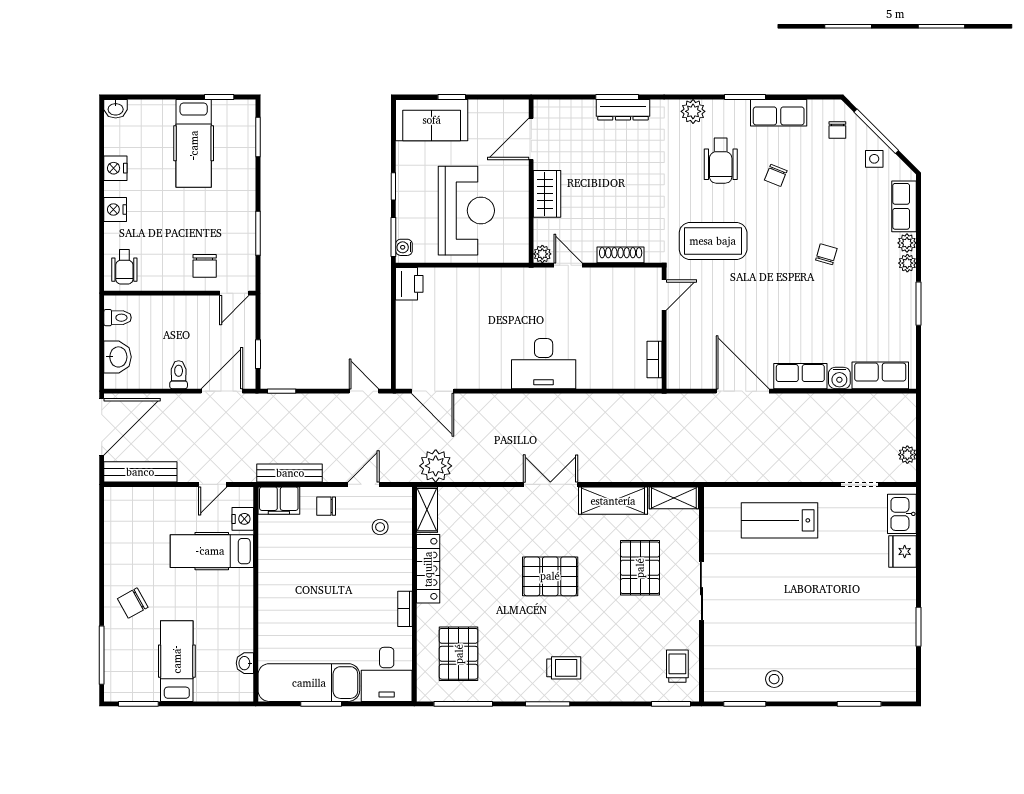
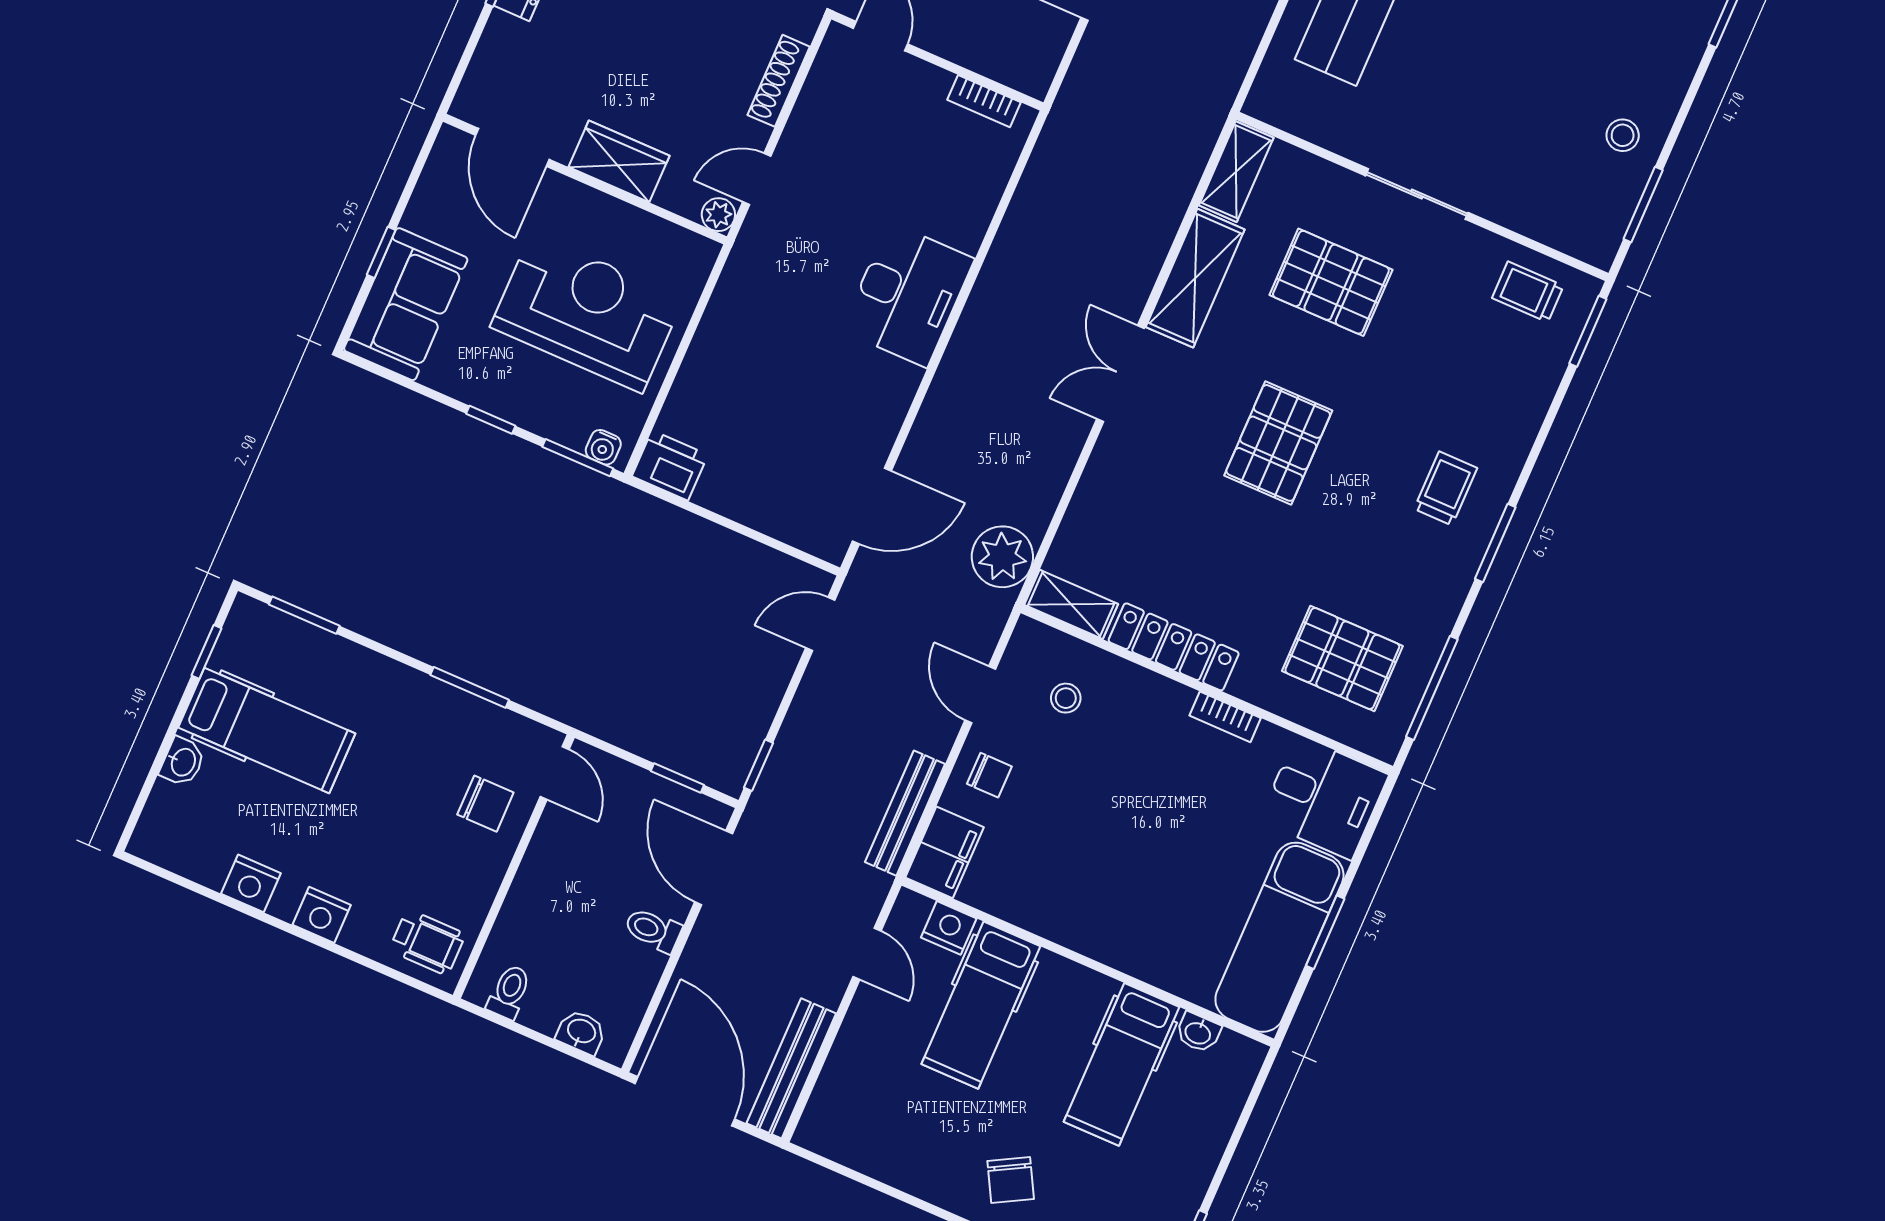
washbasin: (116, 109) -> (182, 762), moved
washbasin: (118, 357) -> (581, 1032), width x0.72, depth x0.69
chair: (326, 506) -> (989, 775), turned -90
hospital bed: (177, 661) -> (1122, 1064), moved, turned -90

